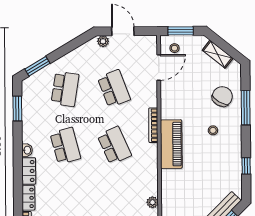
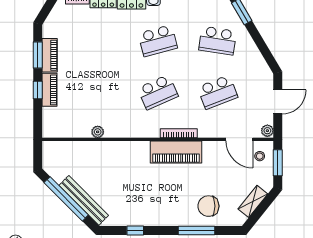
plant: (103, 41) -> (267, 131), moved
chair: (222, 96) -> (208, 206), turned 149
stool: (213, 130) -> (173, 196), removed
piano: (171, 144) -> (176, 152), moved

